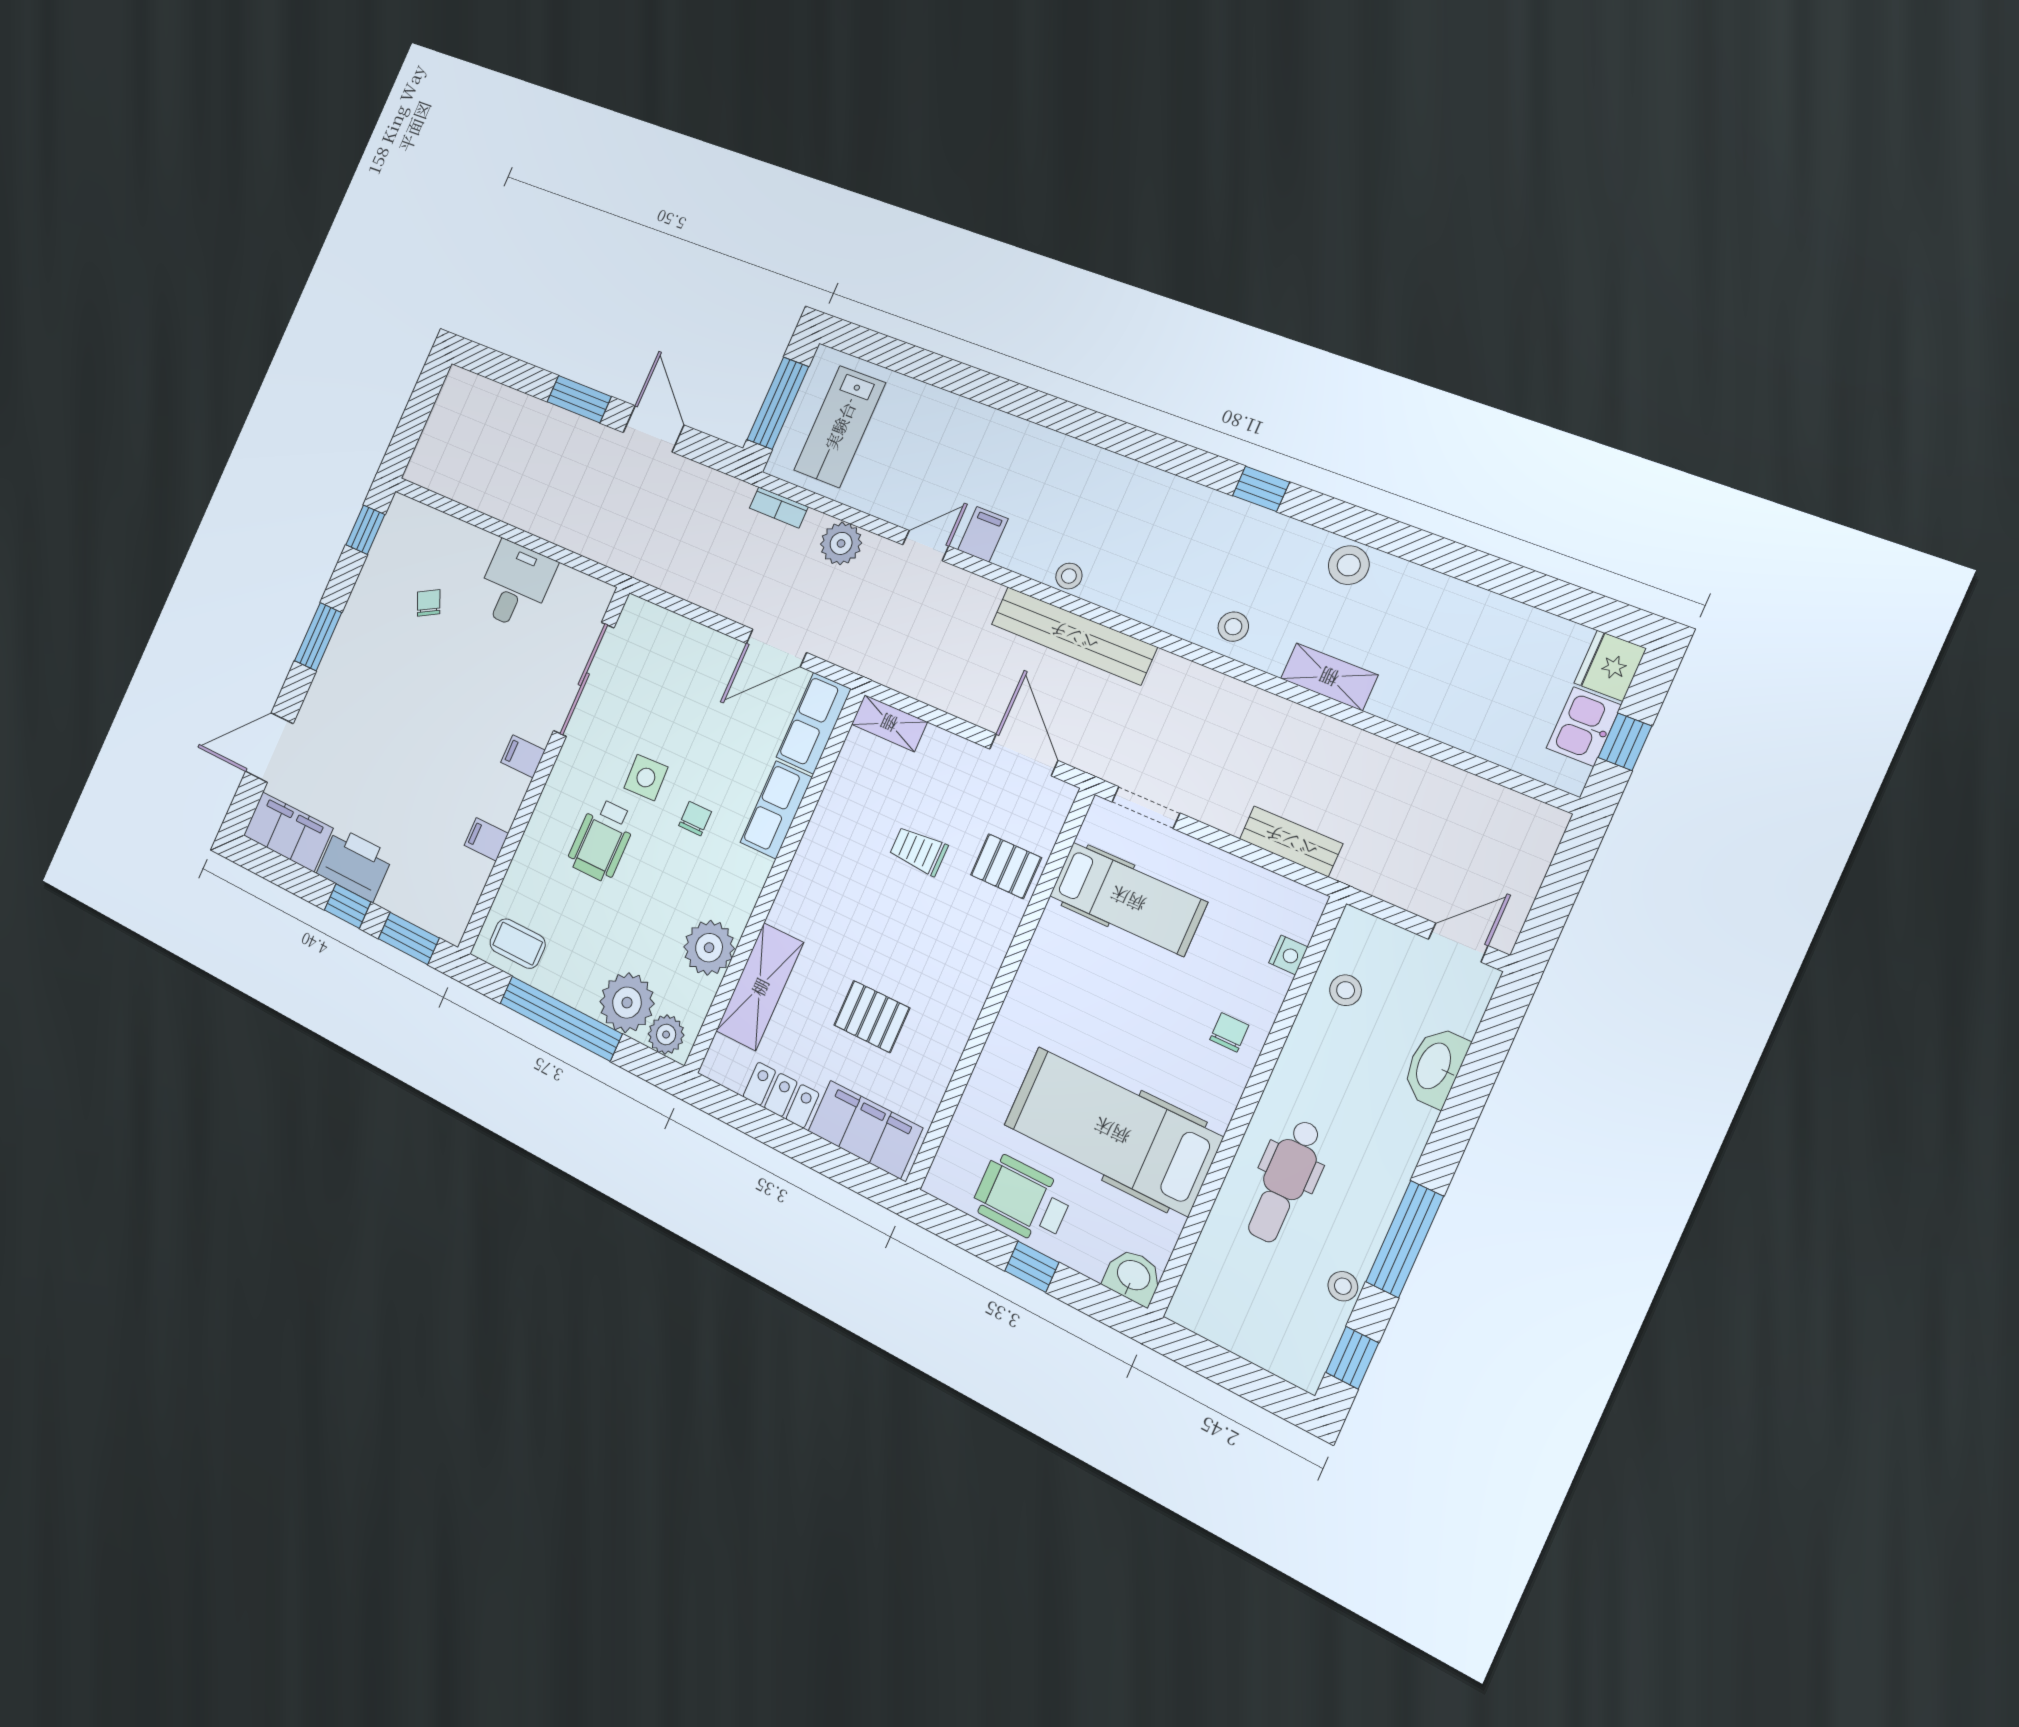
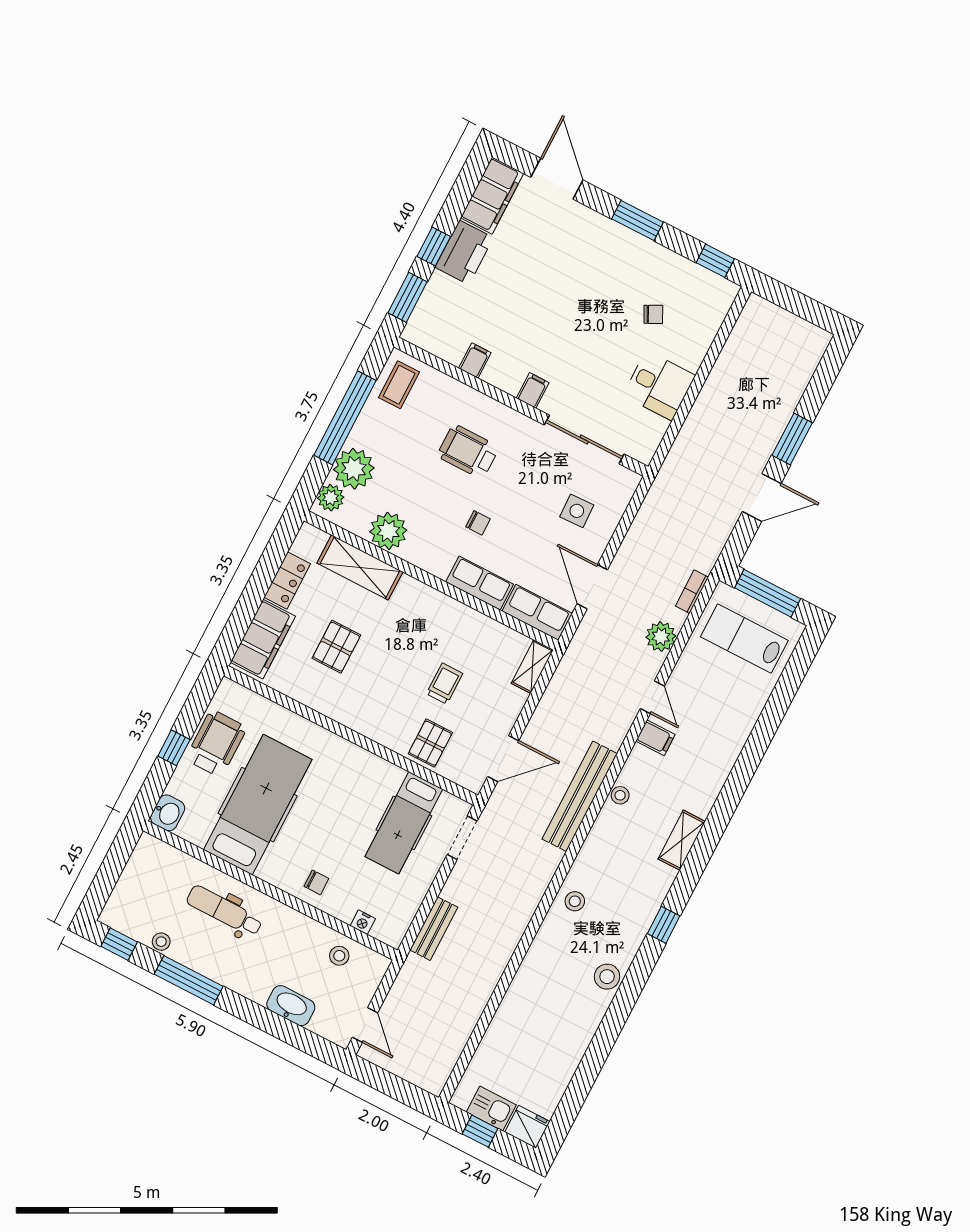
shelving: (1329, 677) -> (682, 840), moved
side table: (646, 778) -> (577, 511), moved

